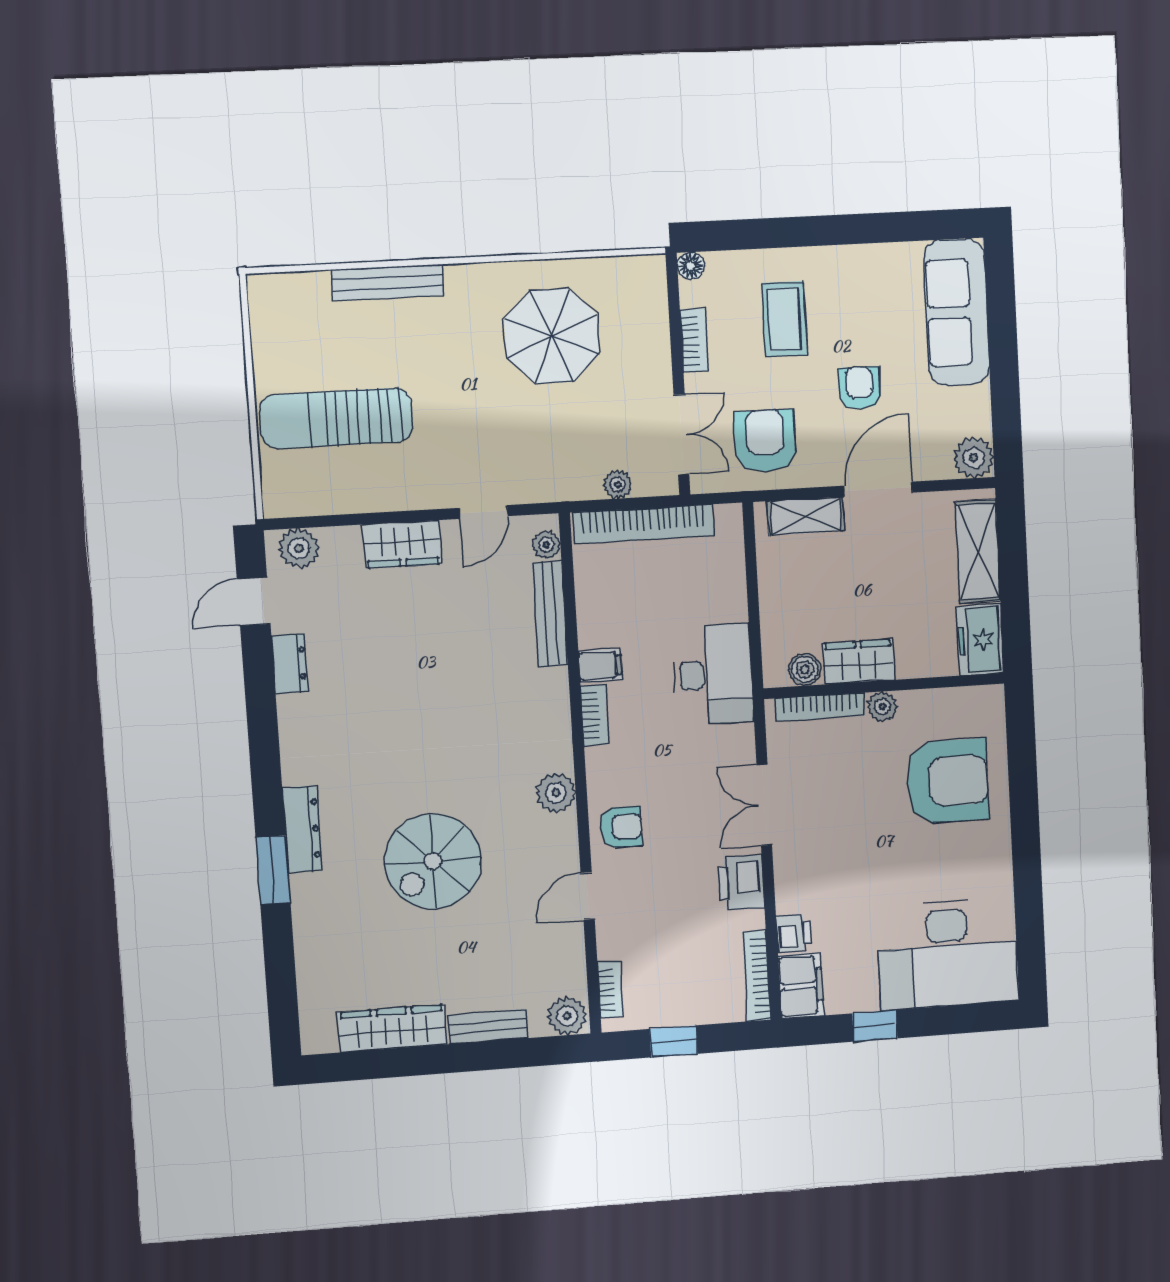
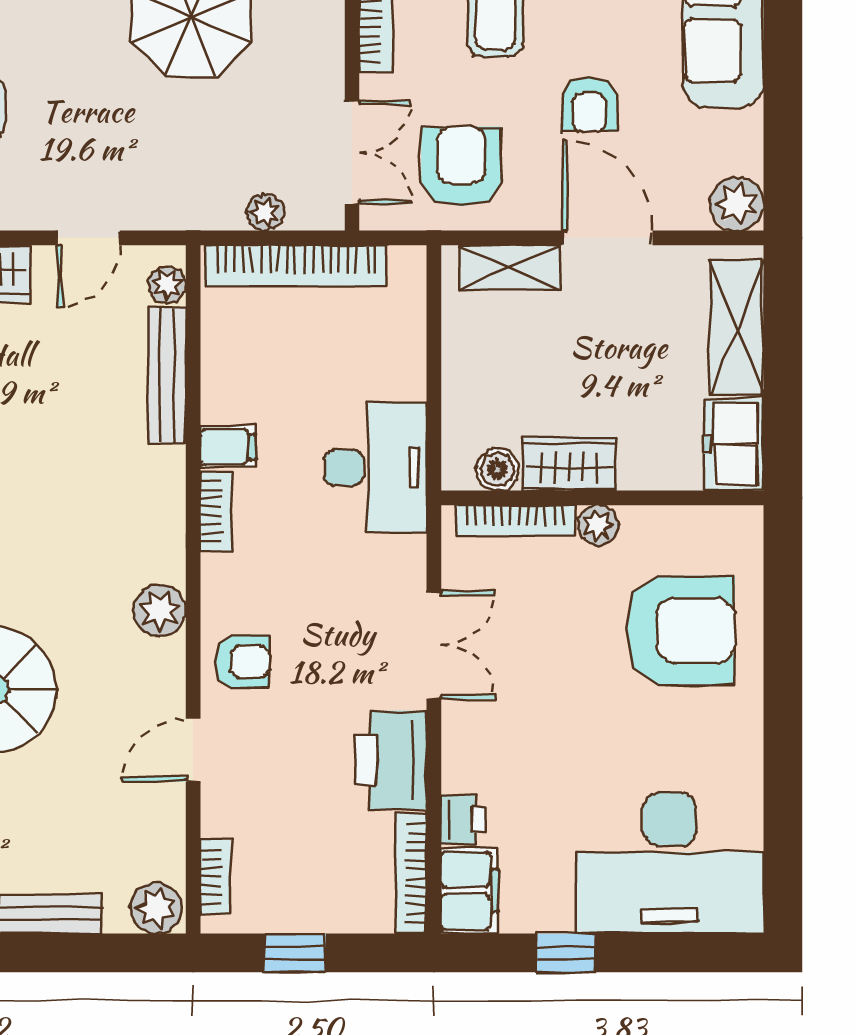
armchair: (859, 388) -> (589, 104), turned 180
door: (878, 489) -> (608, 238), hinge flipped
double door: (764, 805) -> (434, 645), swing flipped
printer: (741, 882) -> (391, 760), width x1.37, depth x1.19

